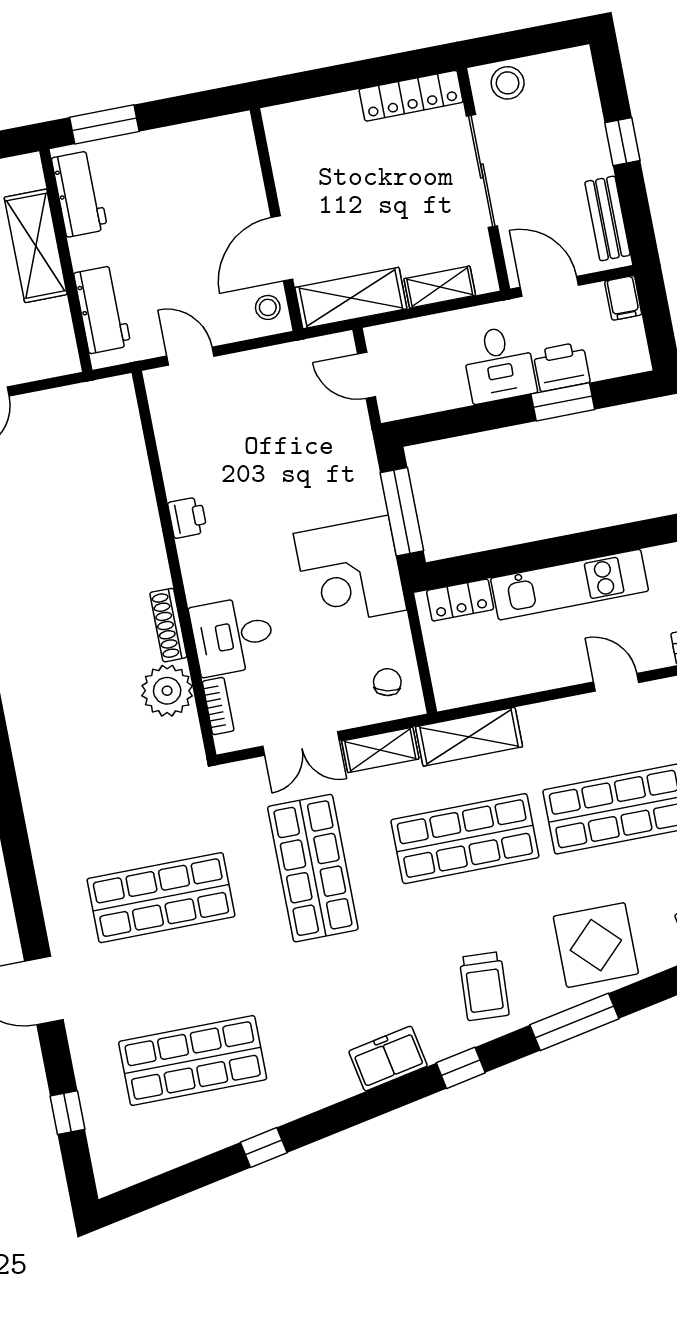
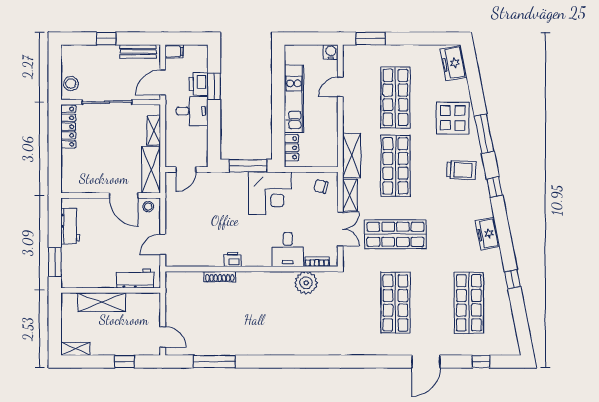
workbench: (79, 194) -> (70, 226), moved, turned 90
shoe rack: (168, 625) -> (220, 277), moved
freezer: (388, 1059) -> (488, 234), moved

